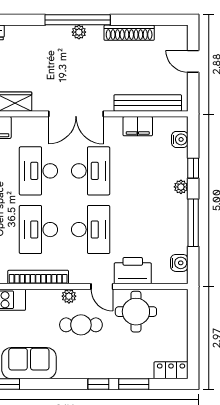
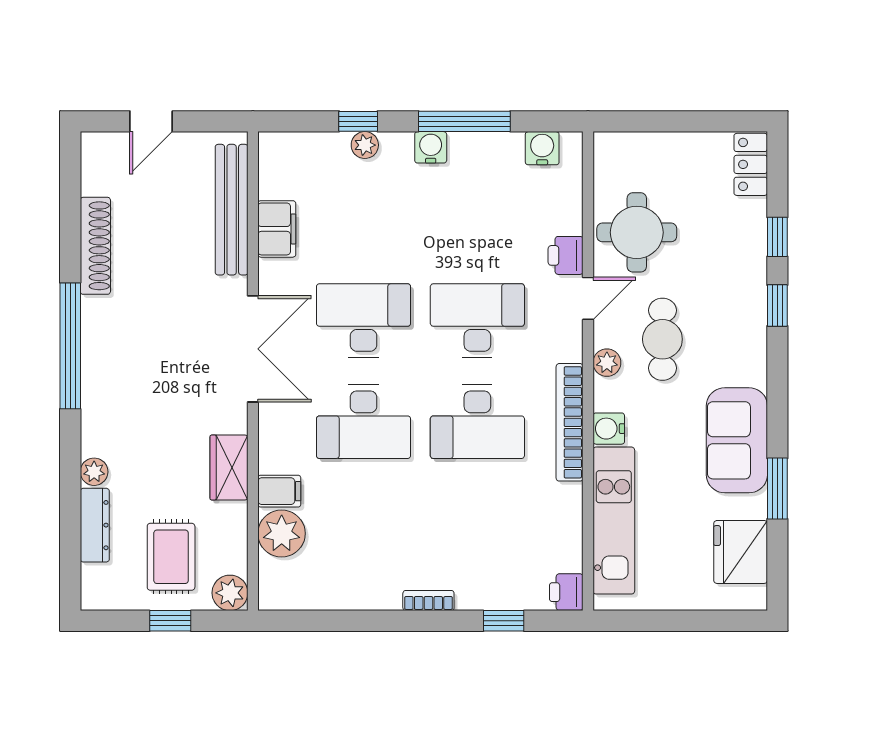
plant: (79, 32) -> (94, 472), moved
water cooler: (180, 139) -> (431, 147), moved
plant: (181, 187) -> (365, 145), moved
printer: (133, 271) -> (566, 255), width x0.53, depth x0.68
water cooler: (35, 297) -> (609, 429), added
window: (134, 384) -> (777, 237), width x0.67

